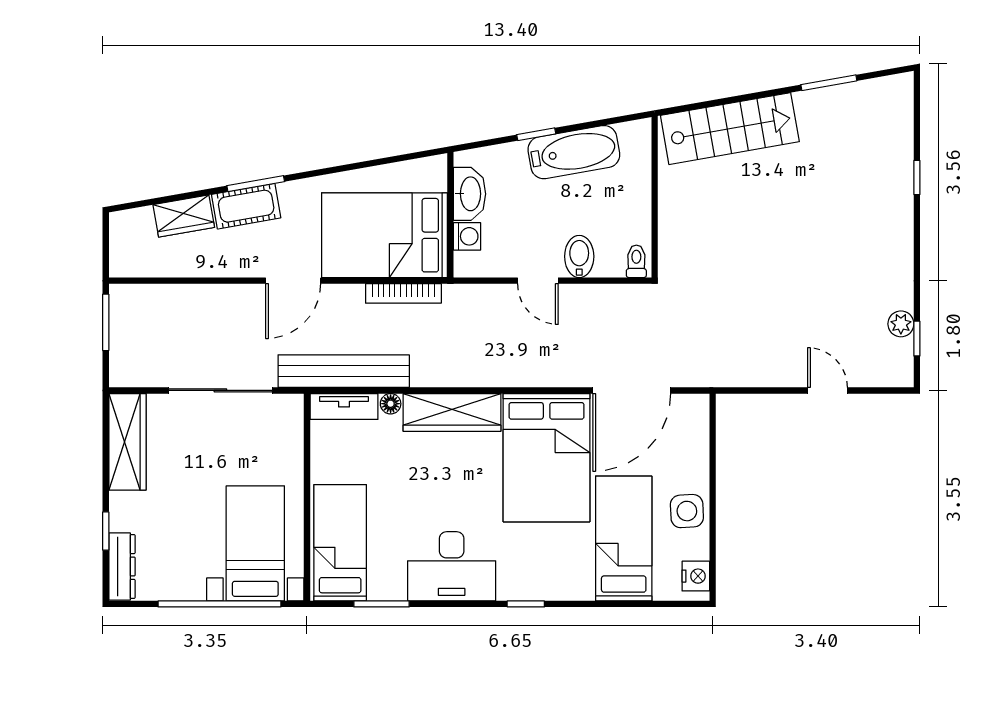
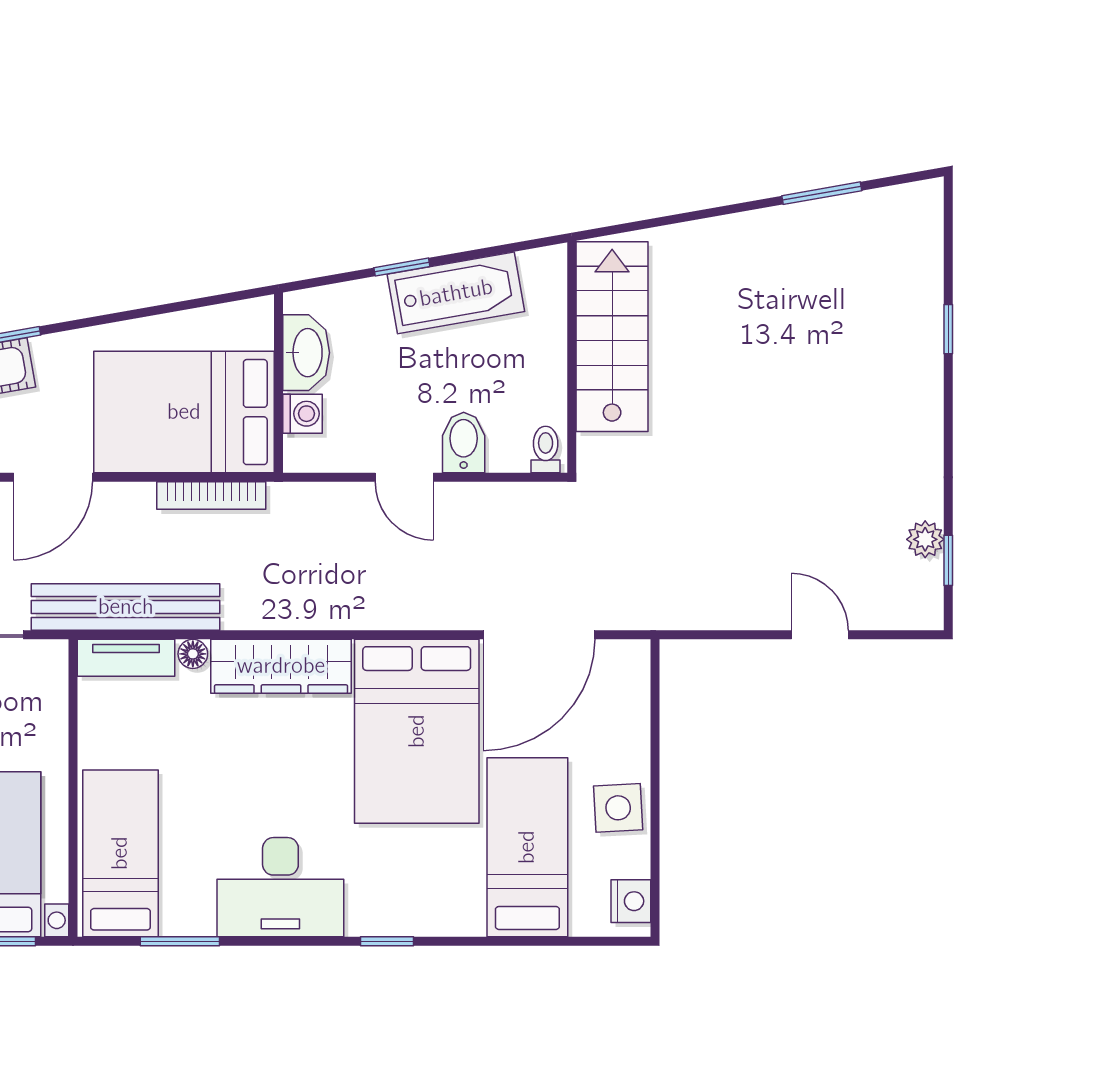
stairs: (730, 129) -> (612, 337), moved, turned -80

